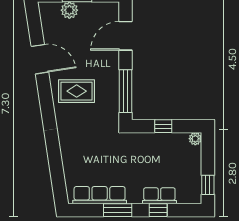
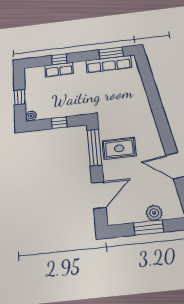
rug: (77, 91) -> (119, 148), moved
window: (208, 185) -> (20, 97), moved
window: (118, 210) -> (111, 53), moved

